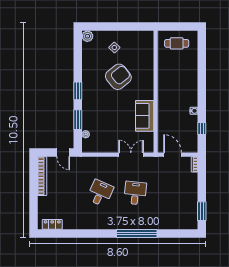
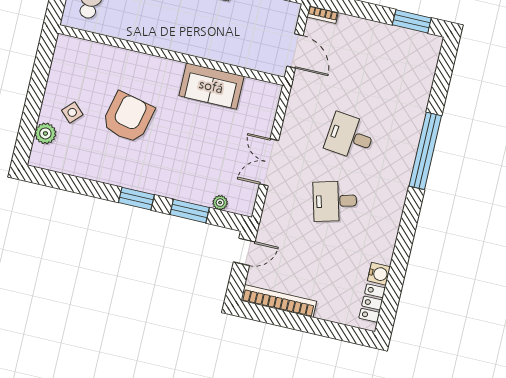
plant: (87, 36) -> (45, 133), moved
armchair: (118, 77) -> (128, 118), turned 52
double door: (131, 155) -> (269, 162), moved
door: (173, 155) -> (295, 51), swing flipped
desk: (100, 193) -> (335, 201), turned -39
water cooler: (68, 224) -> (379, 274), added

